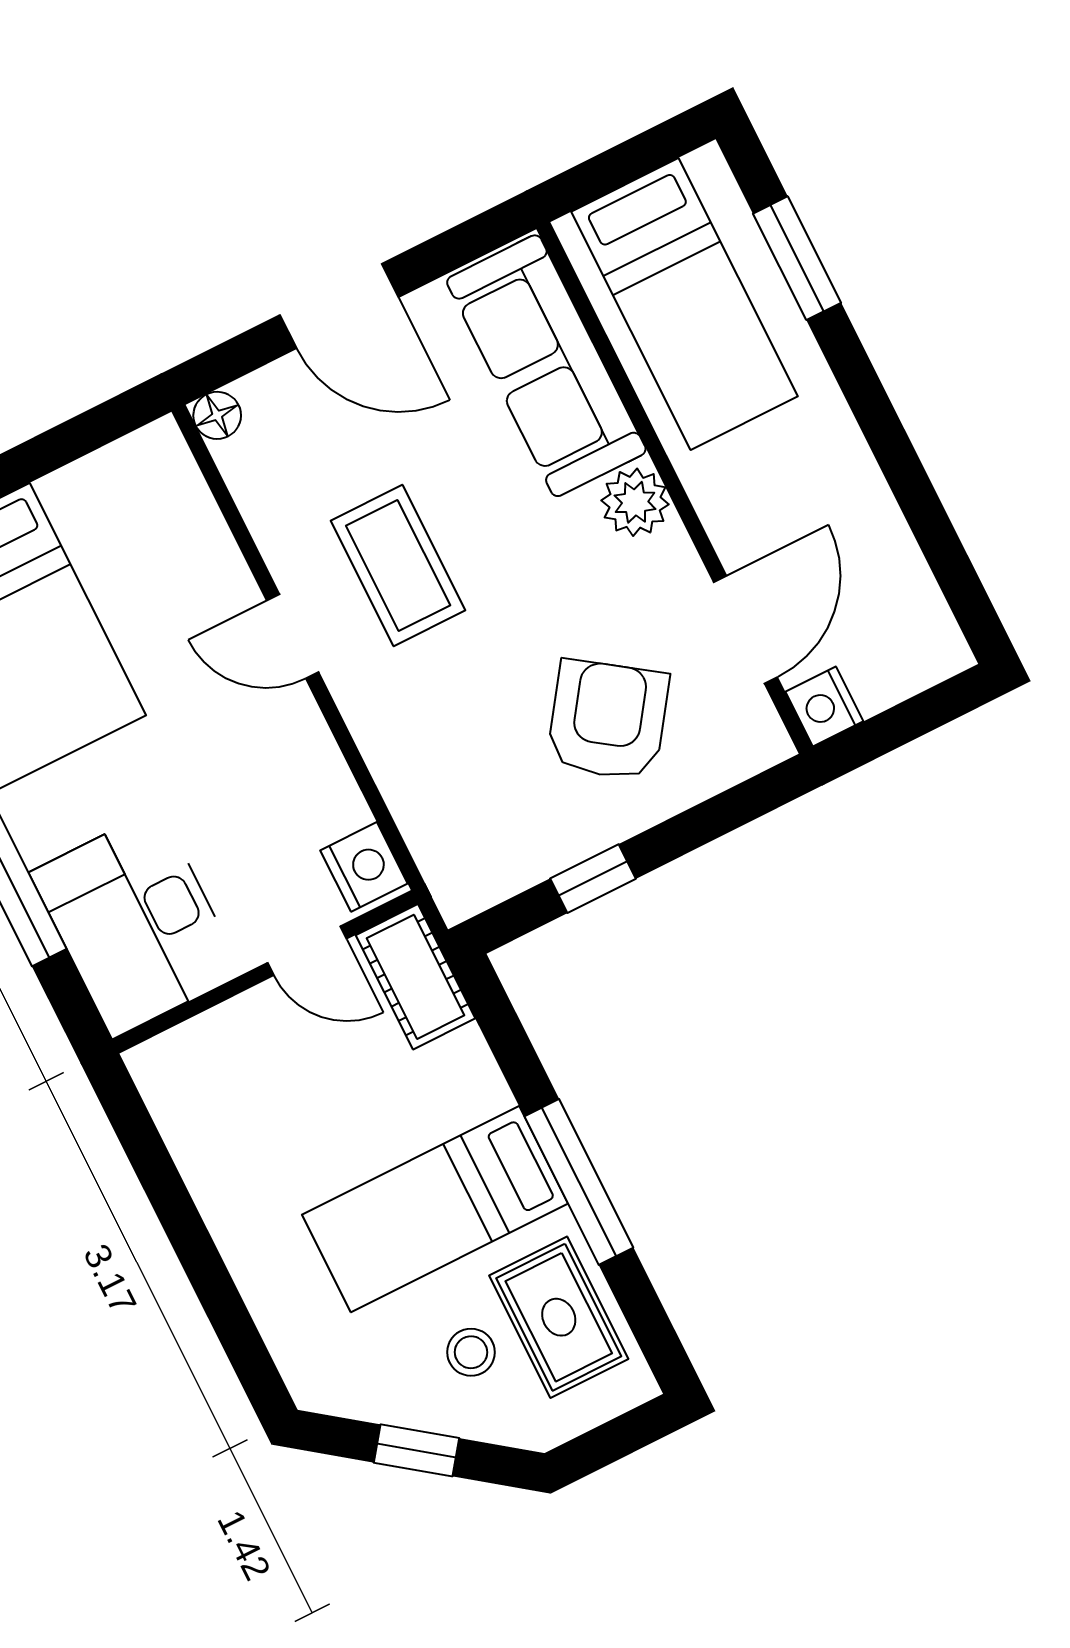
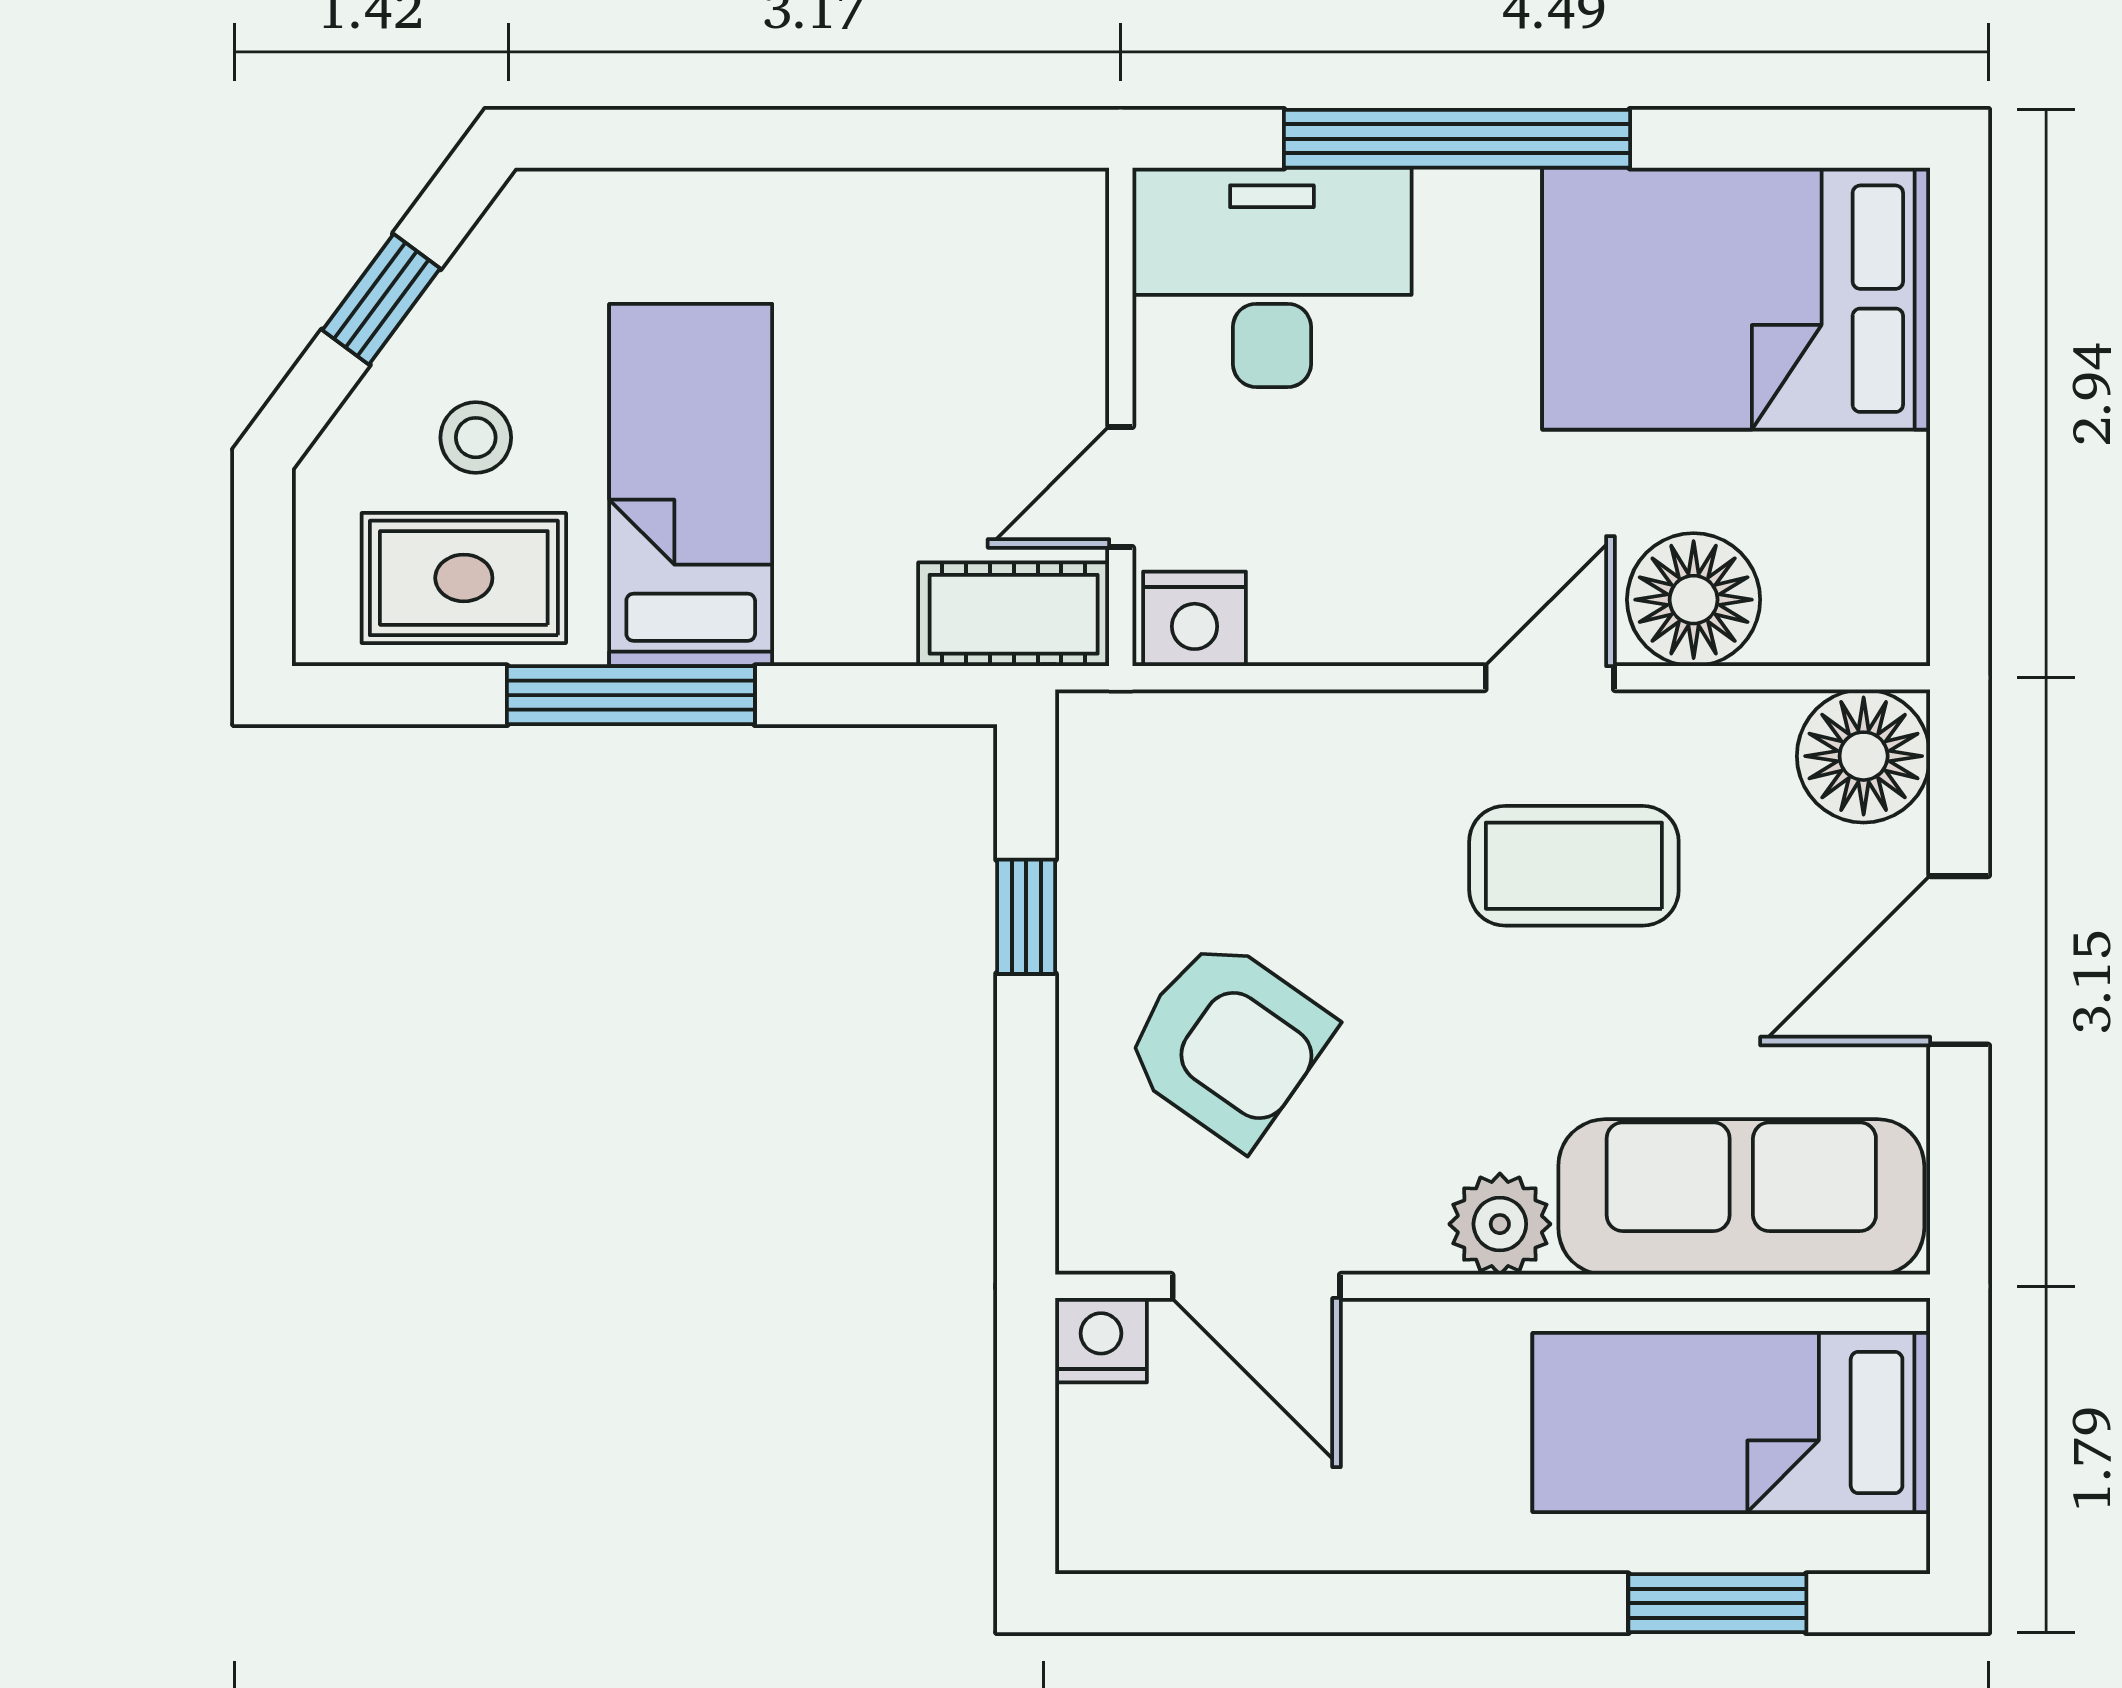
floor lamp: (217, 415) -> (1864, 756), width x1.89, depth x1.89
floor lamp: (203, 574) -> (1694, 600), added

